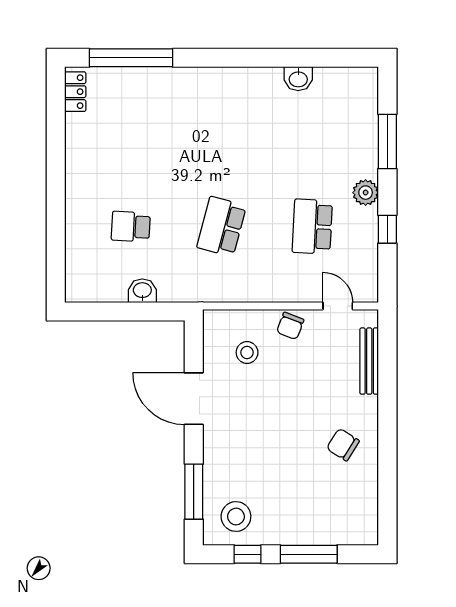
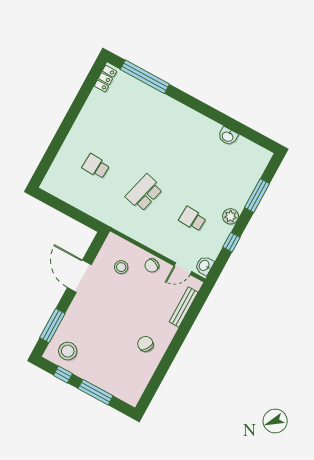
school desk: (312, 227) -> (192, 219), width x0.54
washbasin: (142, 291) -> (204, 266), moved, turned -90
door: (338, 306) -> (183, 269), swing flipped

